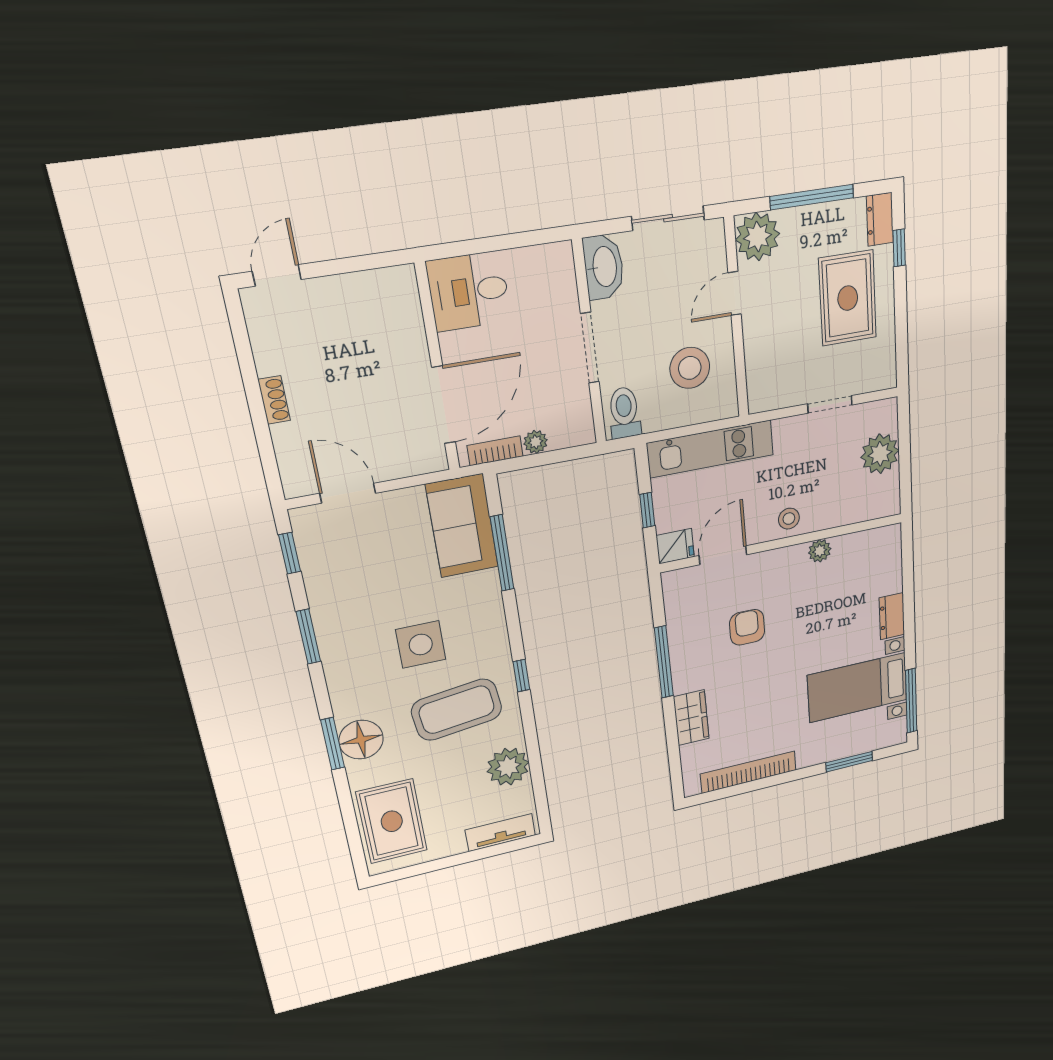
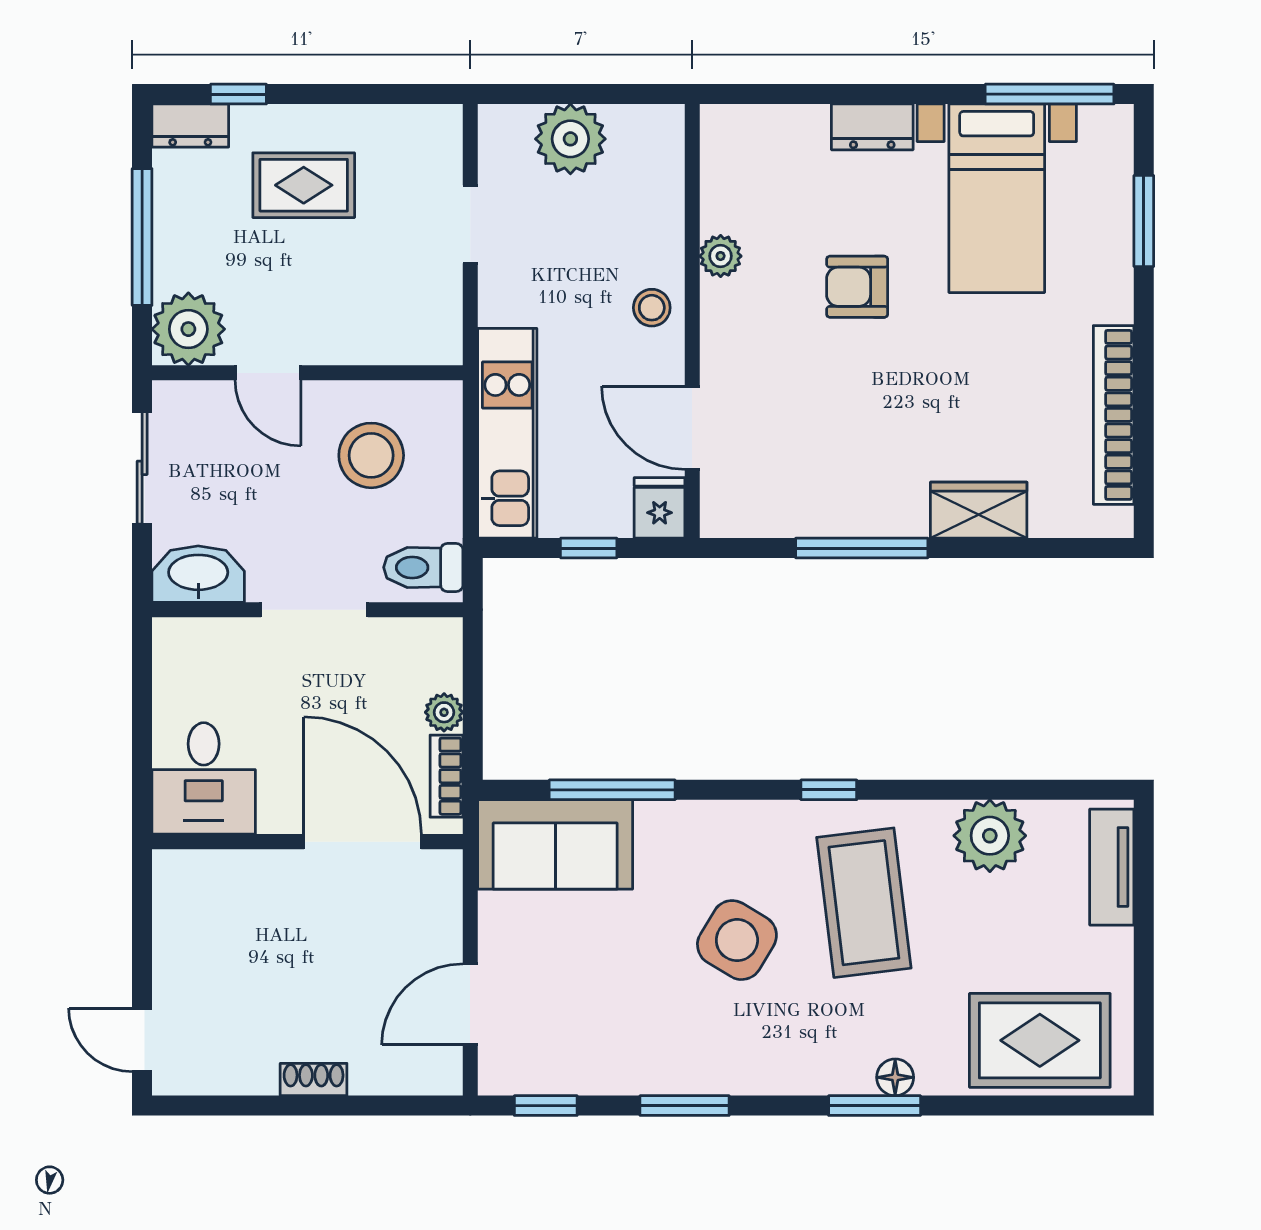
rug: (848, 298) -> (304, 185), width x0.73, depth x0.70
armchair: (747, 627) -> (857, 287), moved
side table: (421, 644) -> (737, 940), turned 31
floor lamp: (361, 740) -> (895, 1077), width x0.53, depth x0.53

